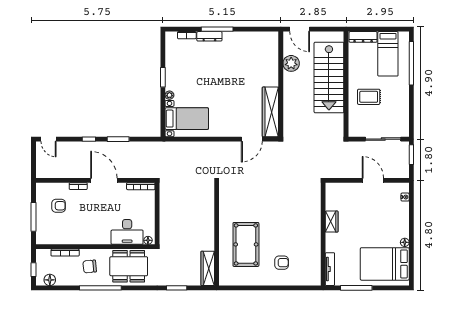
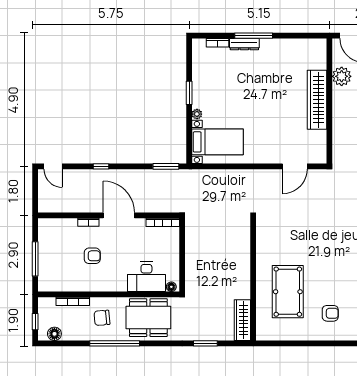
wardrobe: (270, 112) -> (317, 100), moved
window: (118, 139) -> (166, 166), moved
armchair: (59, 206) -> (92, 256), moved

